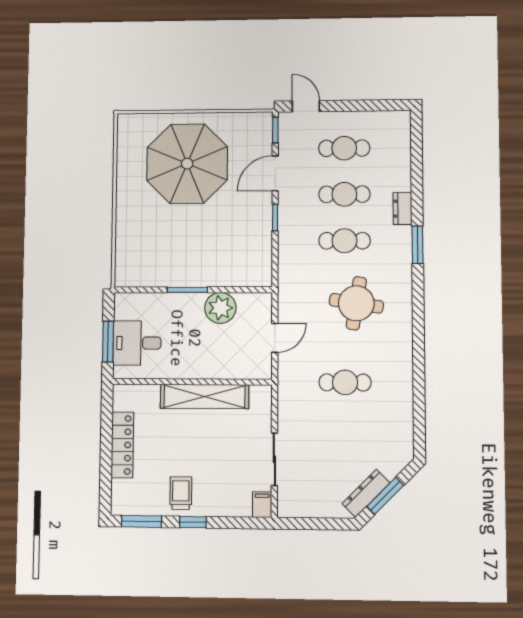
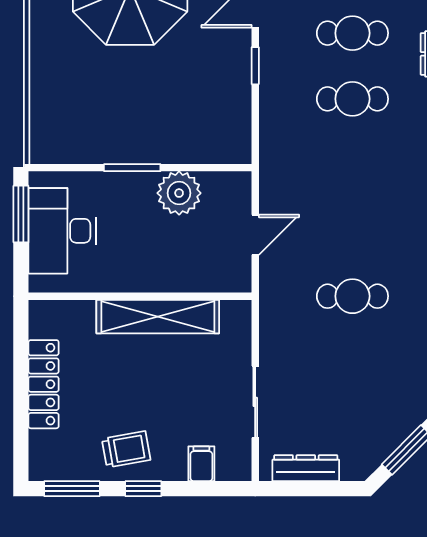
round table: (356, 303) -> (368, 187), removed
window: (108, 342) -> (21, 214), moved
desk: (137, 343) -> (62, 231), width x1.37
trolley: (181, 493) -> (126, 449), turned 80
dresser: (366, 493) -> (306, 468), moved, turned 45
filing cabinet: (262, 505) -> (201, 464), moved

